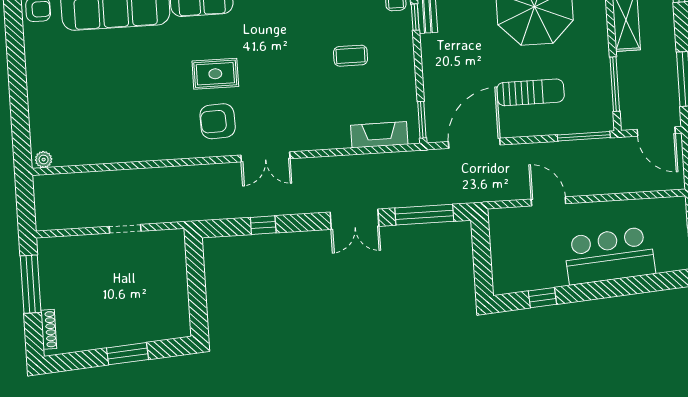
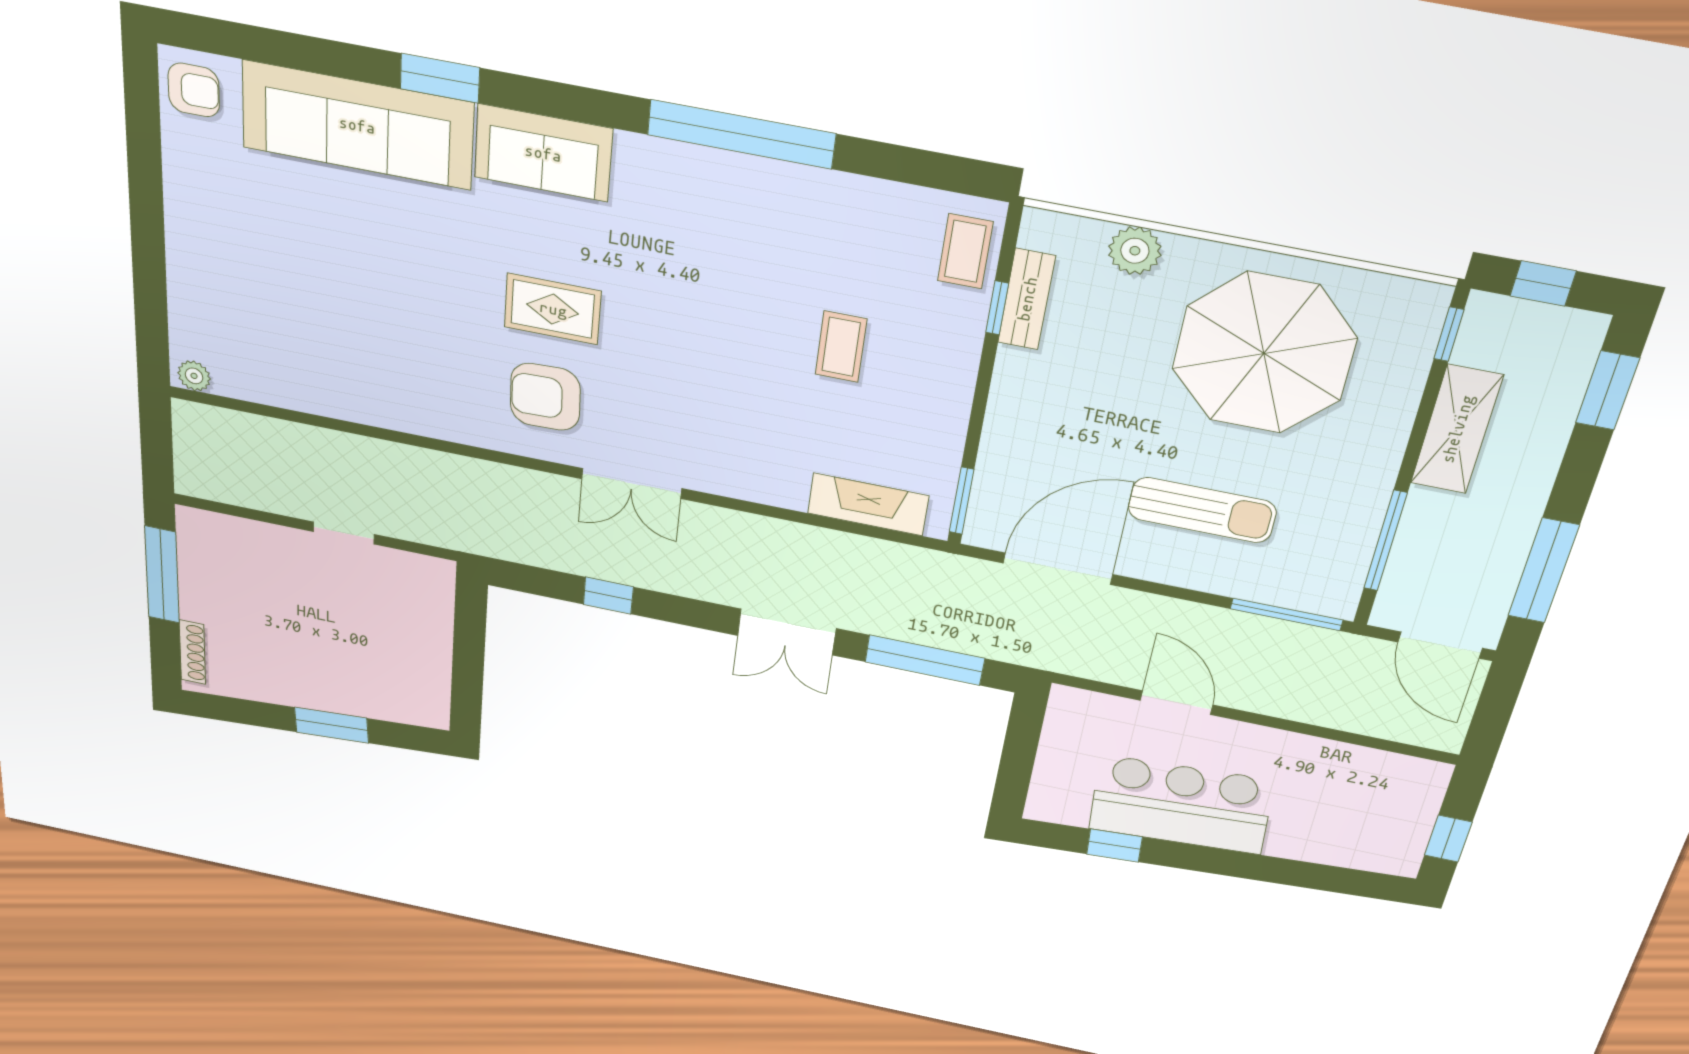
coffee table: (351, 56) -> (841, 347), turned 90
bar counter: (609, 256) -> (1181, 805), moved

